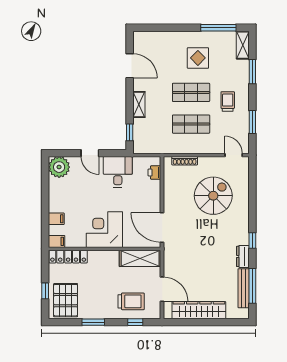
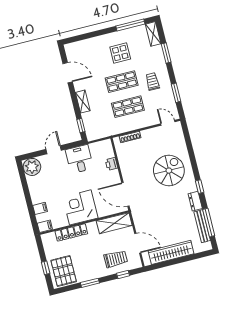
door: (90, 153) -> (54, 150), swing flipped
printer: (154, 173) -> (111, 164), moved
spiral stairs: (213, 196) -> (169, 171), moved
locker: (68, 257) -> (71, 232), moved

